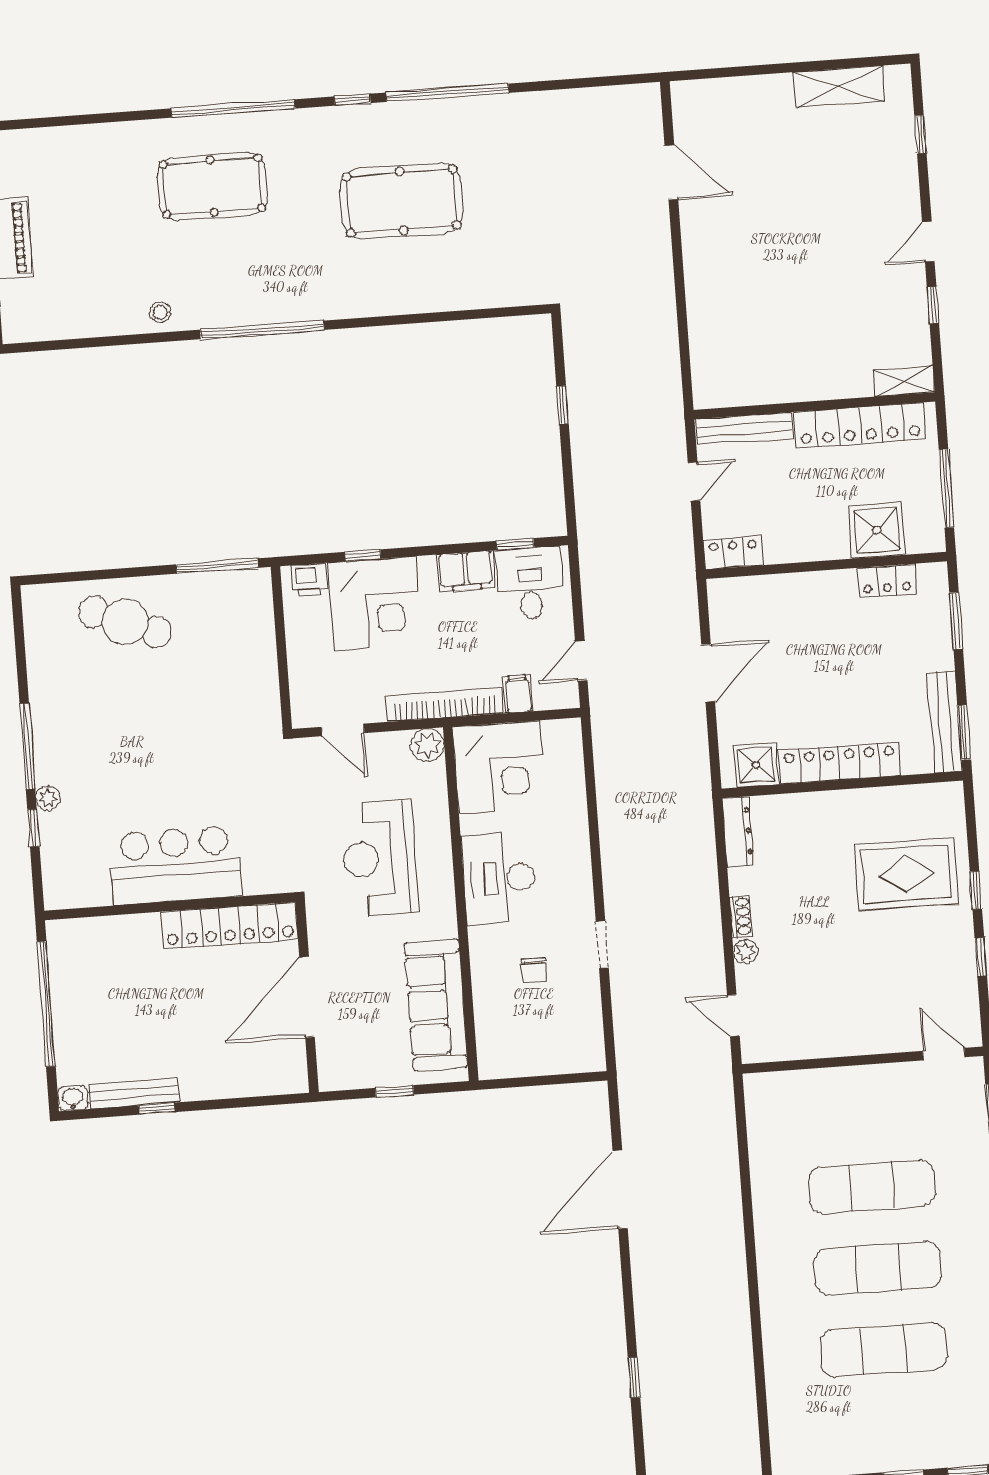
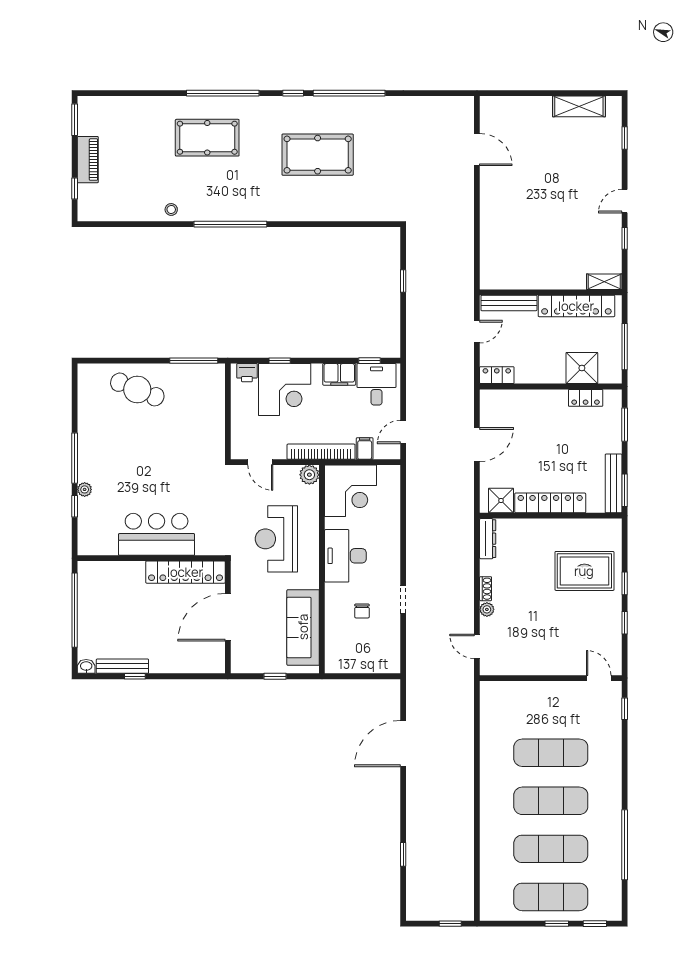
exercise mat: (890, 1431) -> (551, 897), added

